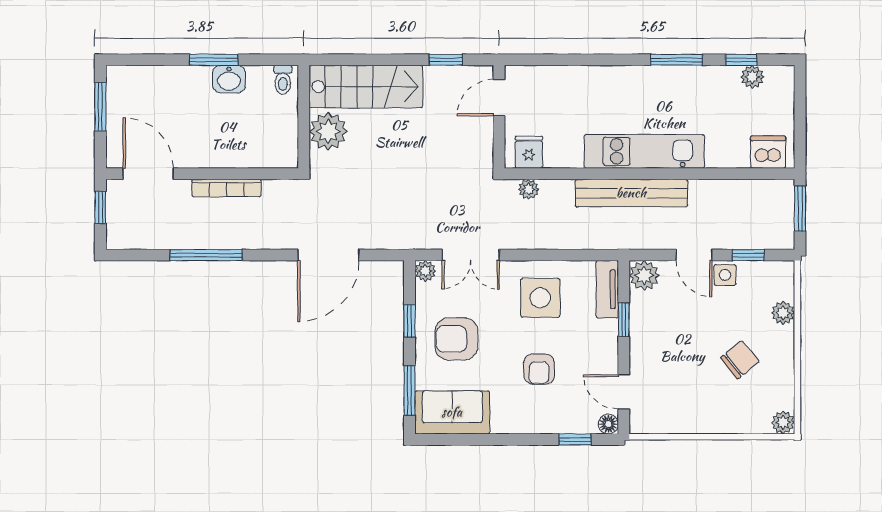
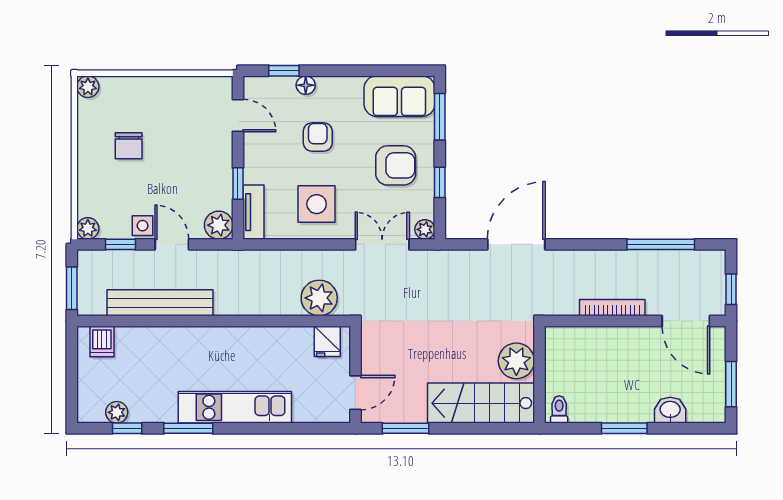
window: (446, 60) -> (406, 428), width x1.50
washbasin: (229, 79) -> (670, 410), moved
kitchen unit: (644, 151) -> (235, 407), moved, turned 180
dishwasher: (768, 152) -> (102, 341), width x0.73
plant: (529, 189) -> (319, 298), width x1.88, depth x1.88
bench: (631, 193) -> (160, 303), moved
window: (206, 255) -> (661, 244), moved
plant: (783, 313) -> (88, 228), moved
chair: (740, 360) -> (129, 146), turned -51
floor lamp: (608, 424) -> (306, 85), moved

